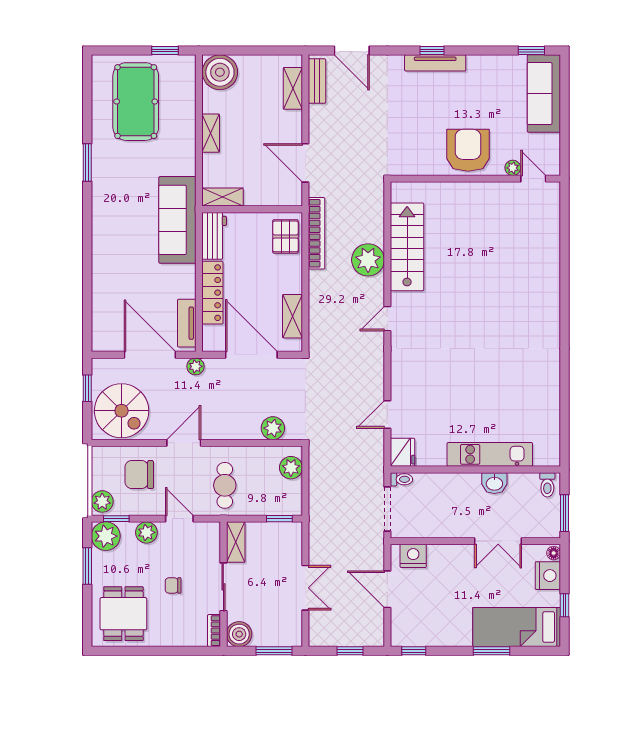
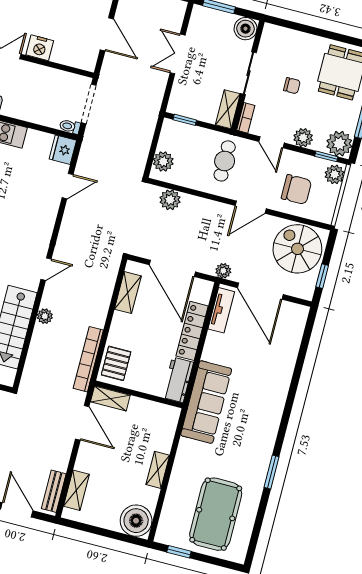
shelving: (222, 197) -> (110, 398), moved
plant: (368, 260) -> (45, 316), width x0.53, depth x0.53
nightstand: (413, 556) -> (40, 48), moved
bookcase: (214, 631) -> (246, 118), moved

